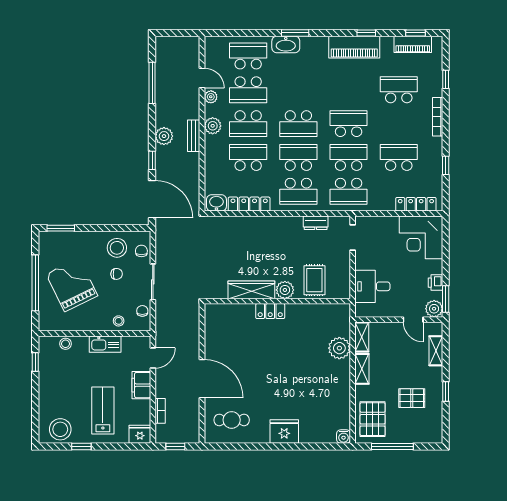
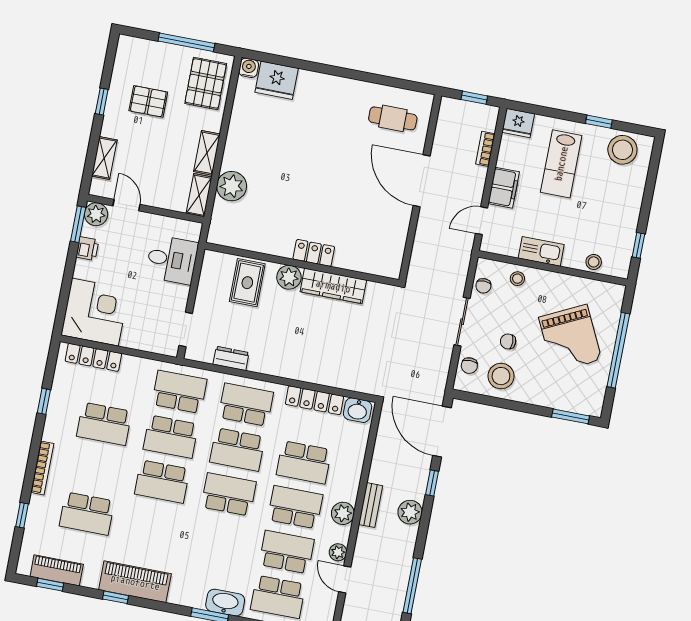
fridge: (284, 431) -> (277, 80), moved

